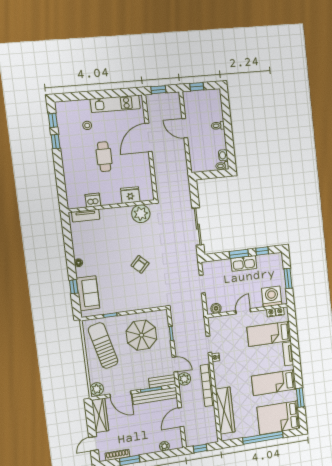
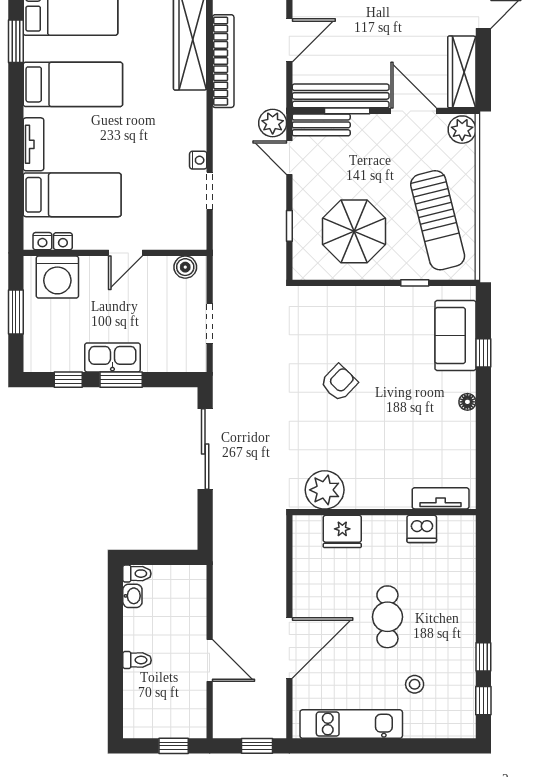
bookcase: (207, 385) -> (223, 61), moved

